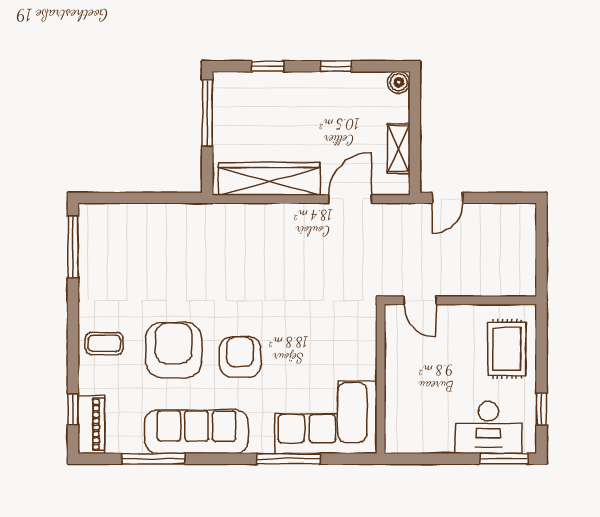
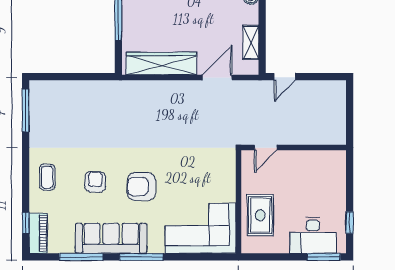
door: (420, 300) -> (266, 148), hinge flipped
coffee table: (104, 343) -> (47, 177), turned 90
rug: (507, 349) -> (260, 215), moved
armchair: (174, 350) -> (95, 182), width x0.53, depth x0.53
armchair: (240, 357) -> (141, 187), turned -90
window: (288, 459) -> (141, 257), moved

